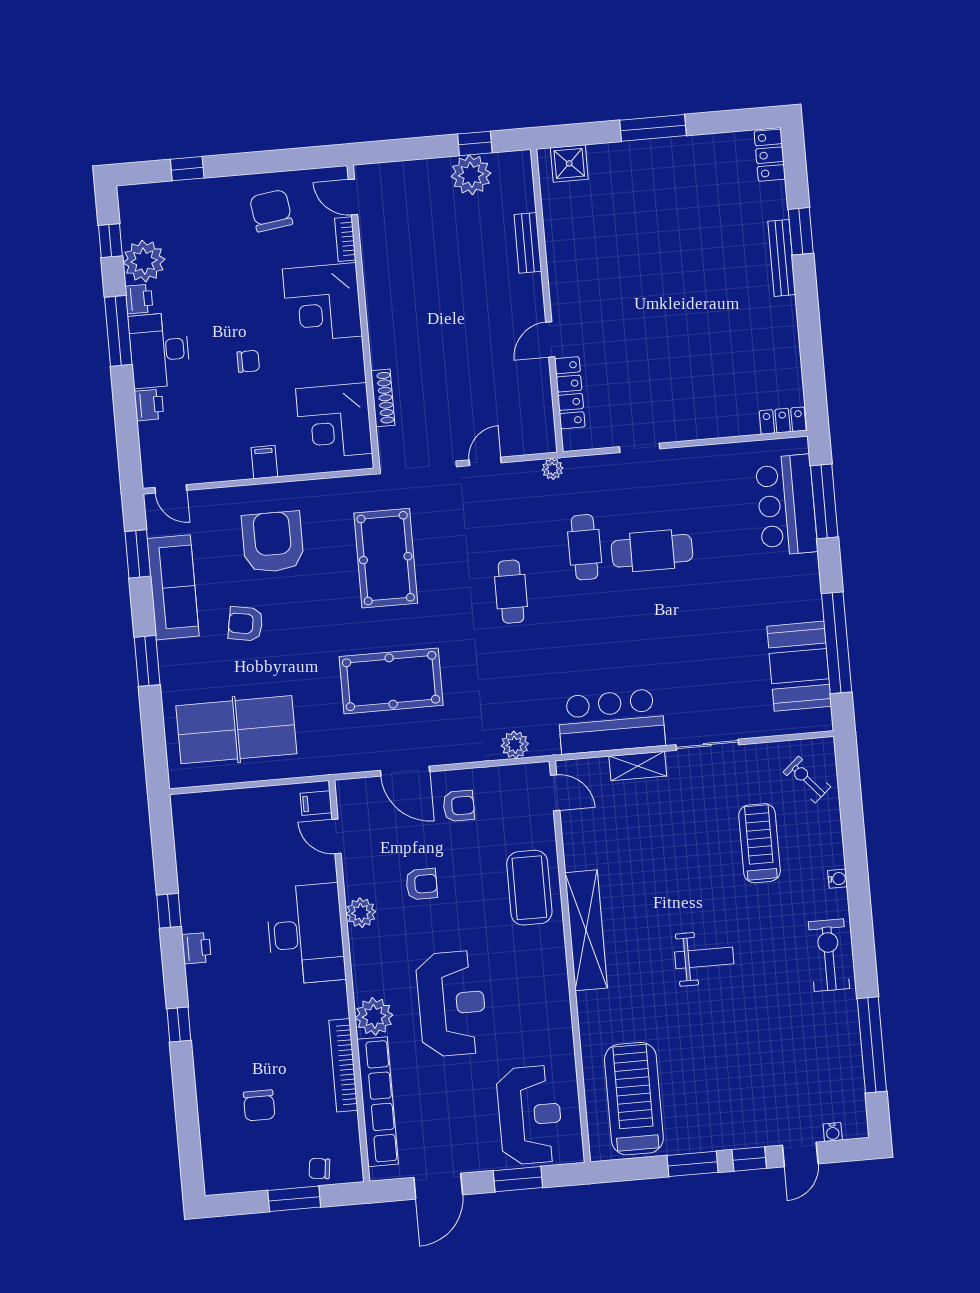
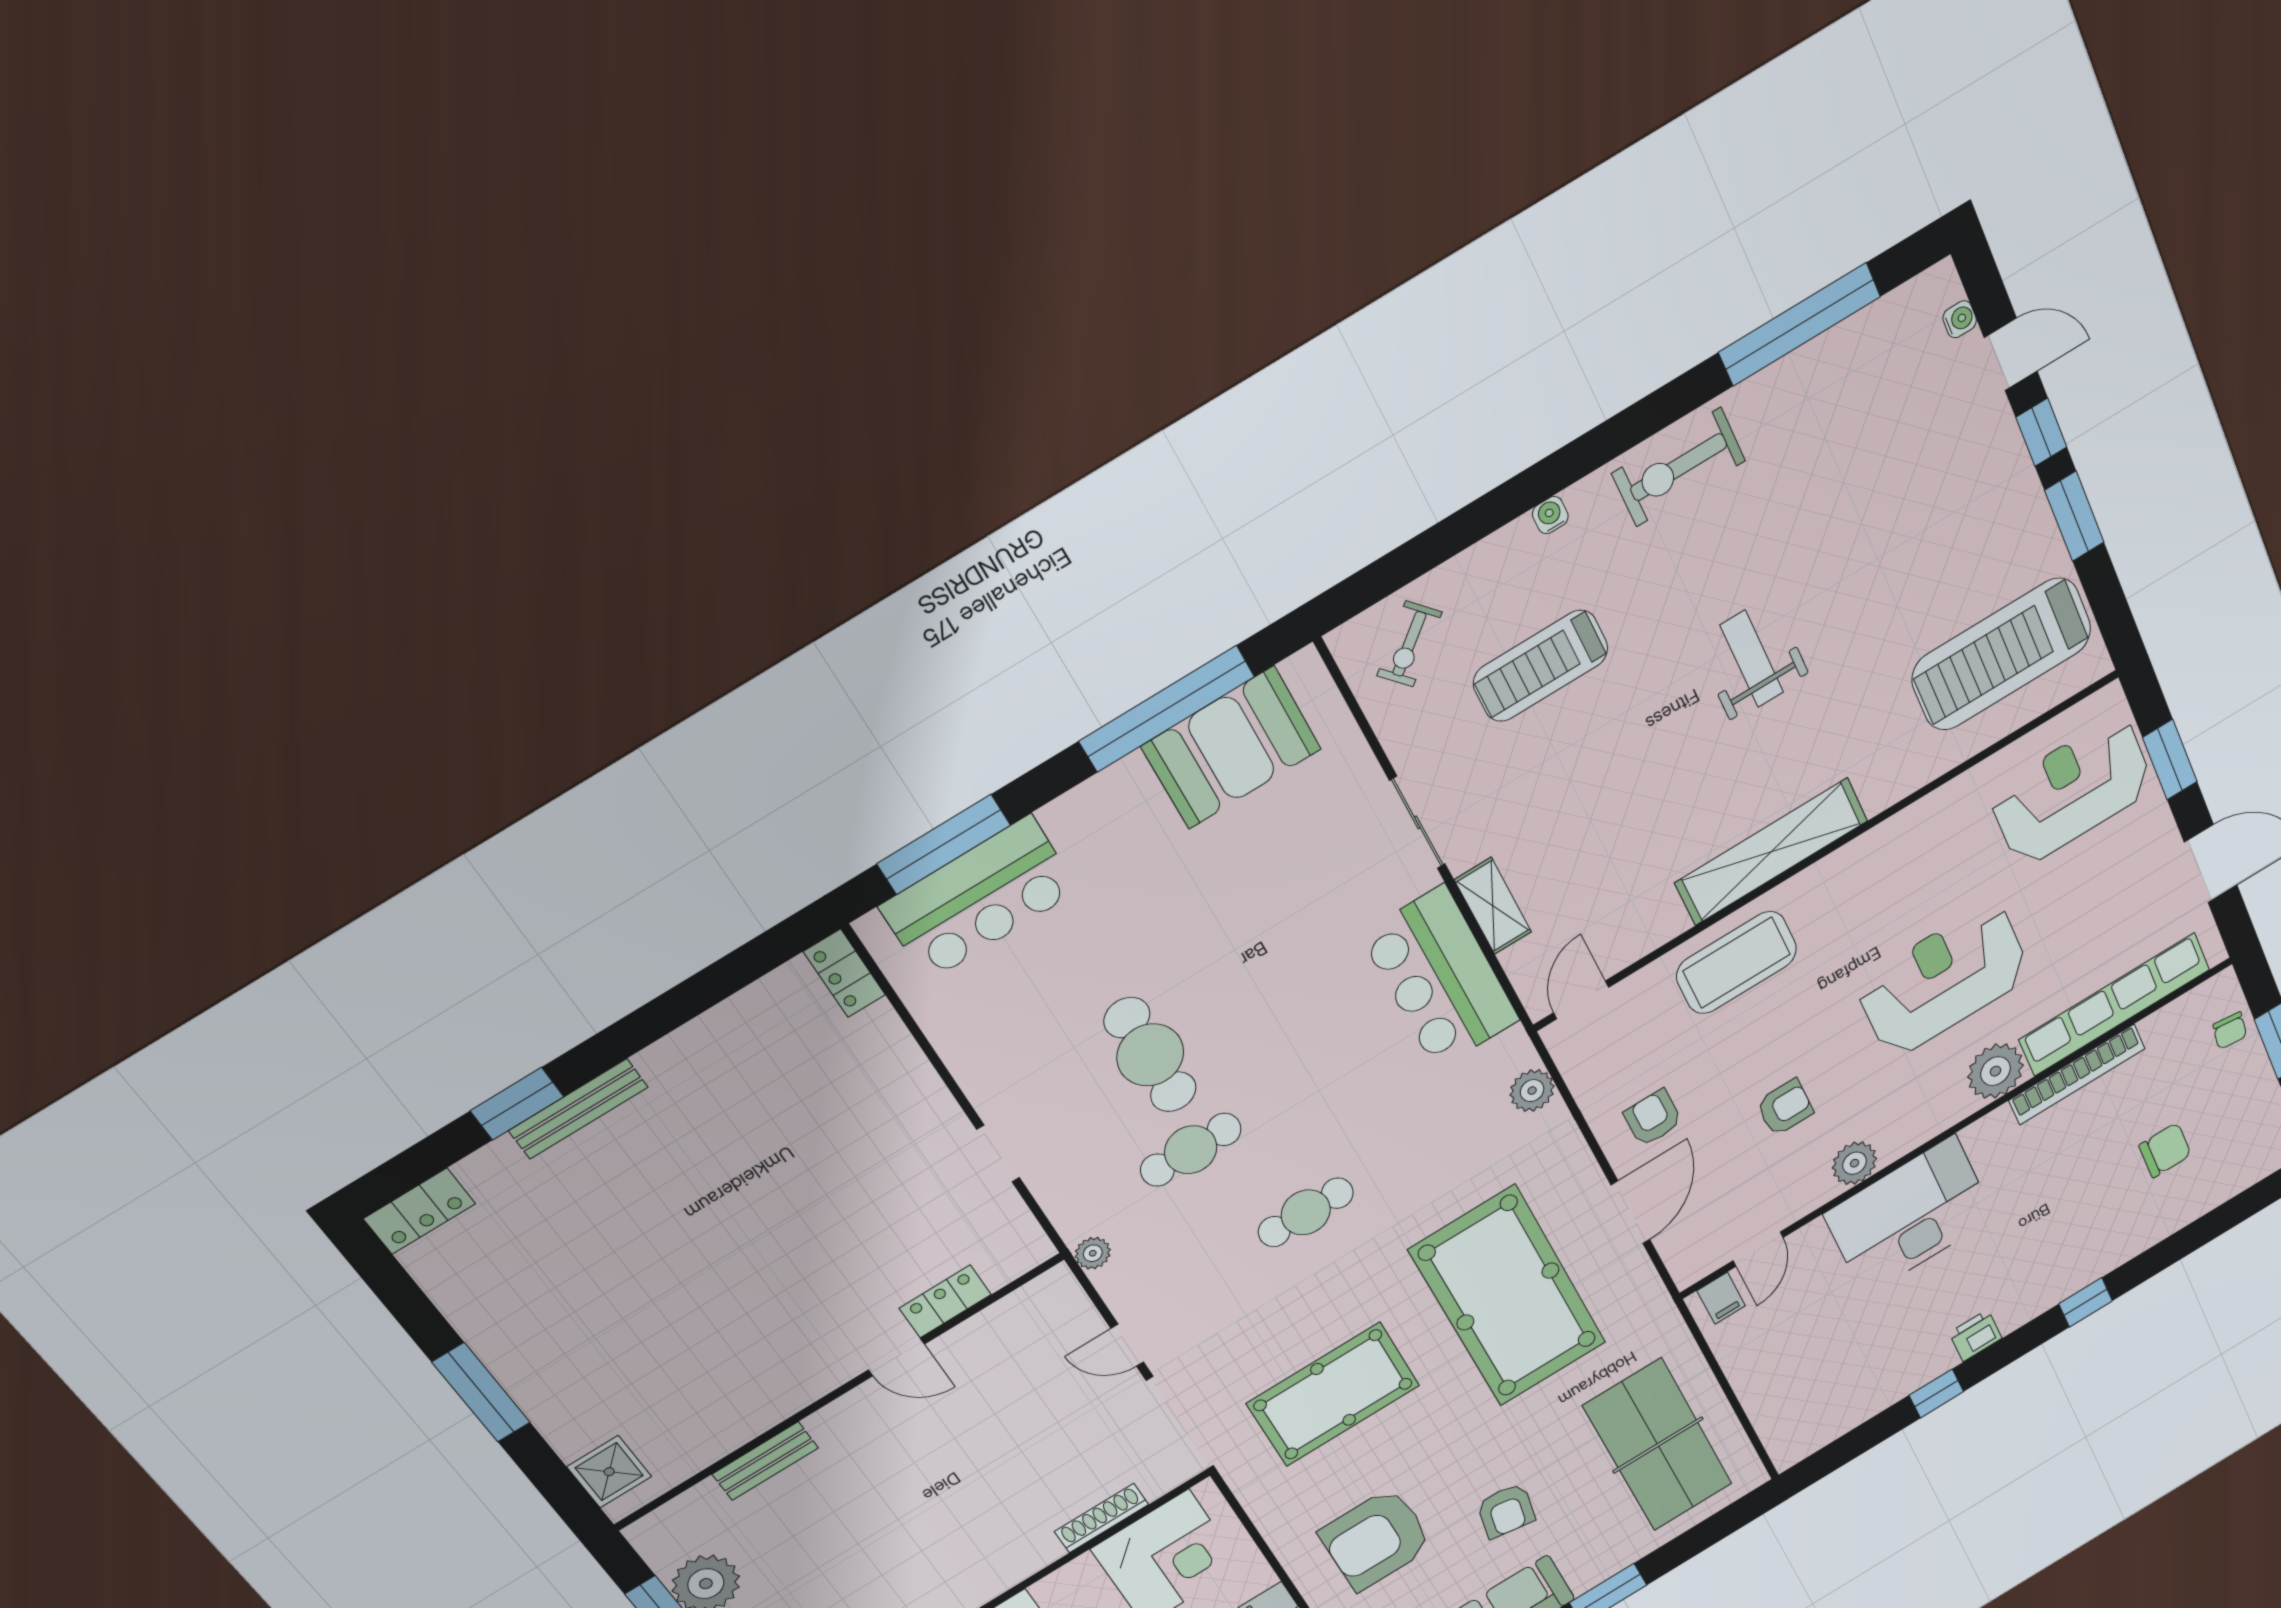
locker: (570, 393) -> (945, 1301), width x0.66
pool table: (391, 681) -> (1508, 1296), width x1.36, depth x1.32
armchair: (422, 884) -> (1785, 1107), turned 90

